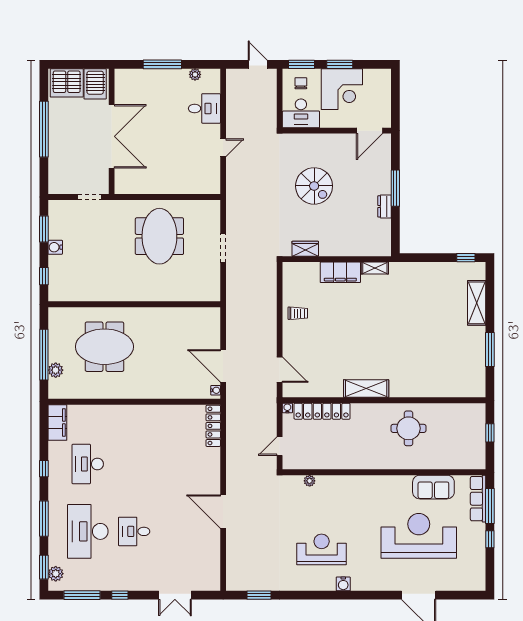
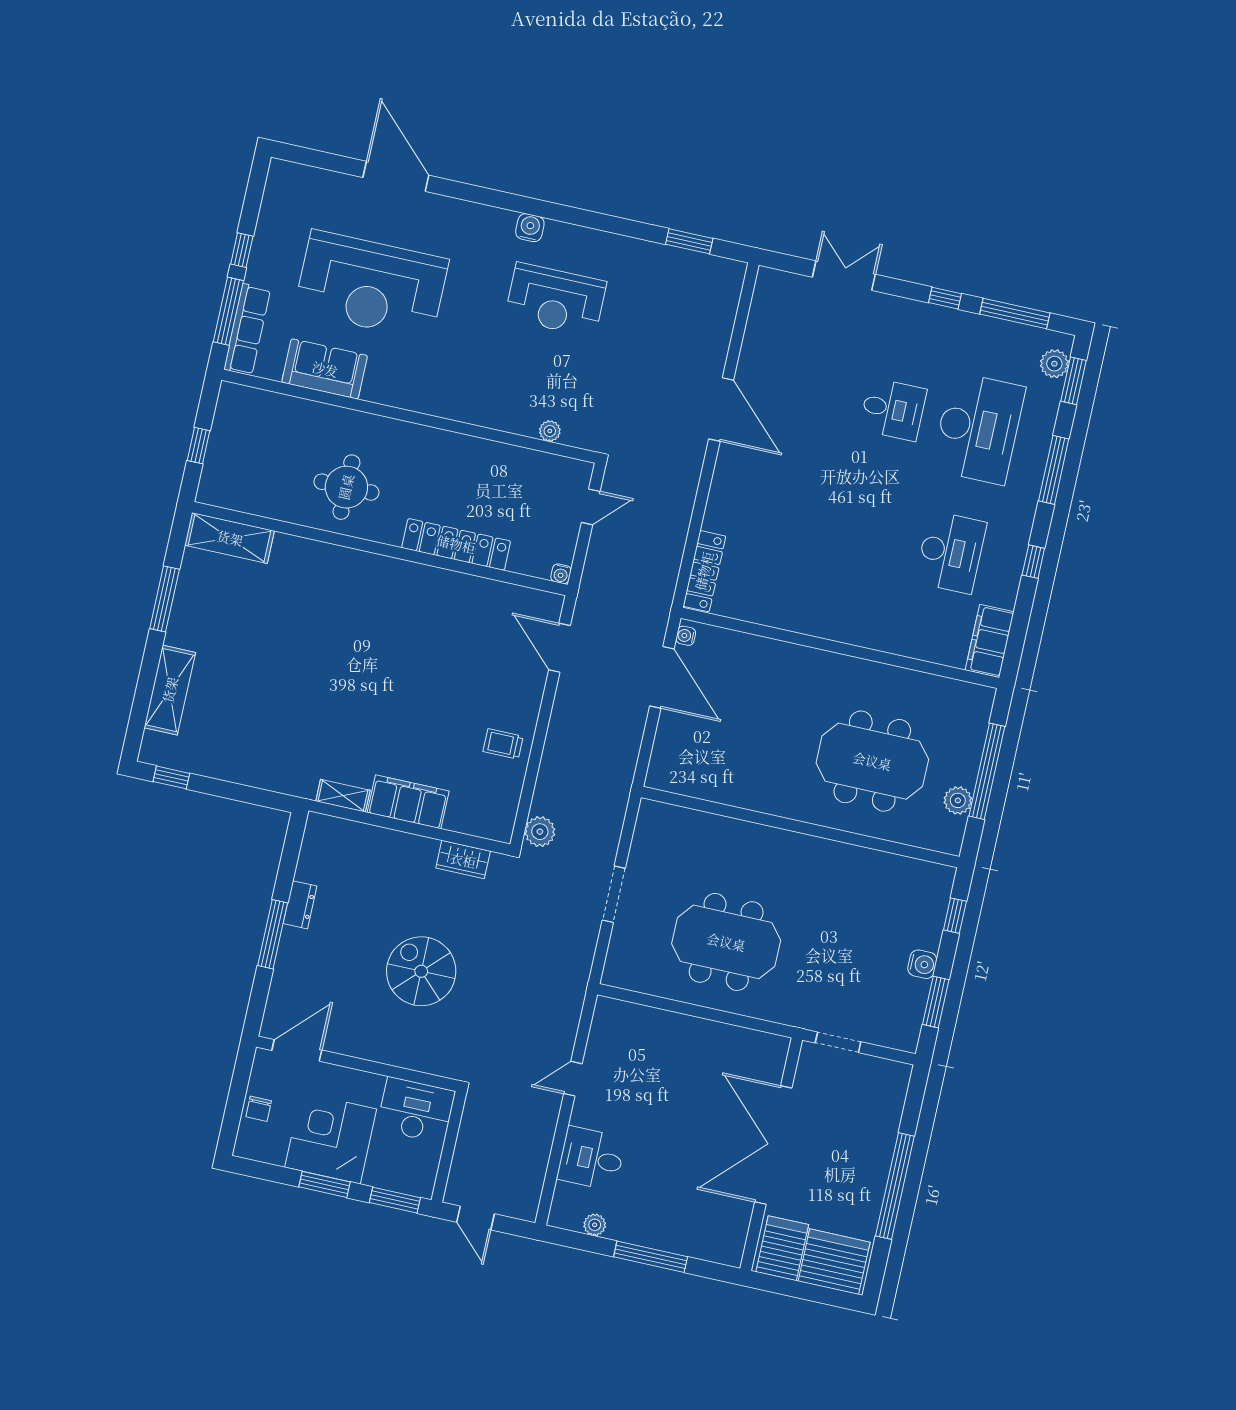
chair: (301, 83) -> (259, 1109), moved
meeting table: (159, 236) -> (726, 942), turned 90
plant: (269, 272) -> (540, 832), added
plant: (56, 370) -> (958, 800), moved
shelving: (366, 388) -> (230, 538), moved
locker: (322, 411) -> (456, 544), moved

